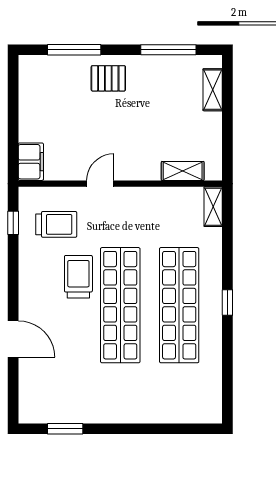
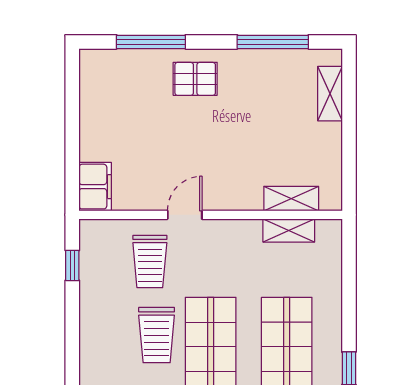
shelving: (213, 207) -> (289, 230), moved, turned 90
trolley: (56, 224) -> (150, 261), moved, turned 90
trolley: (78, 277) -> (157, 335), turned 180

